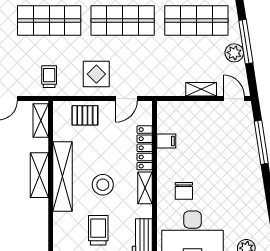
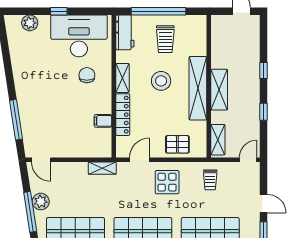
shelving: (201, 89) -> (102, 168), moved

